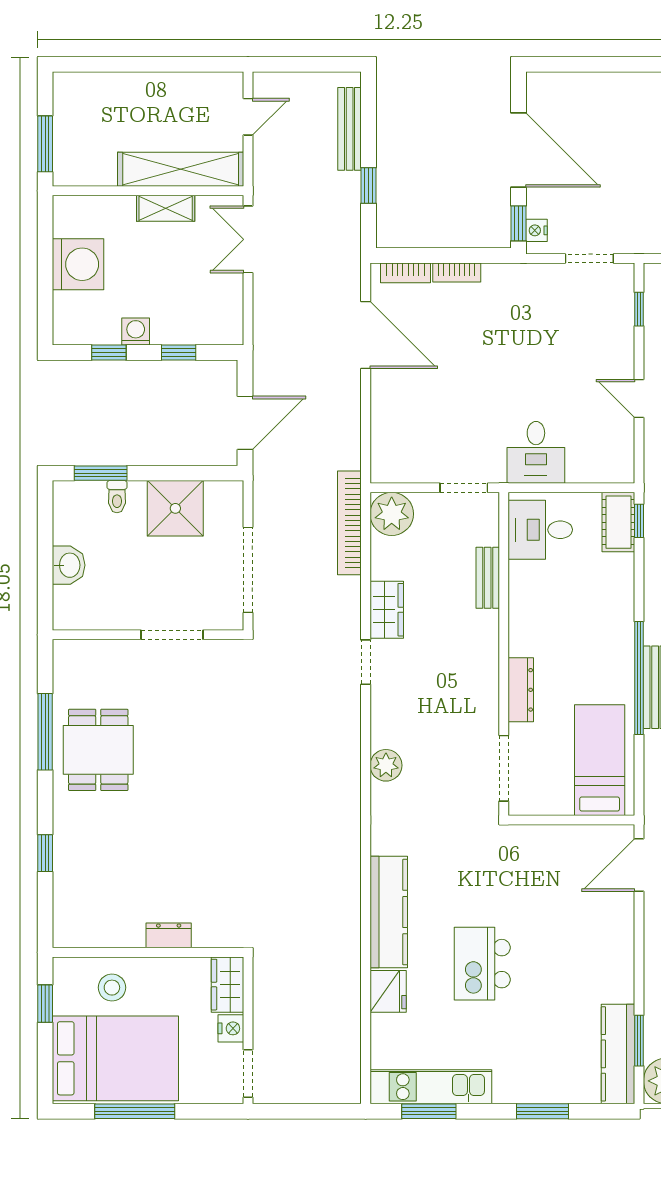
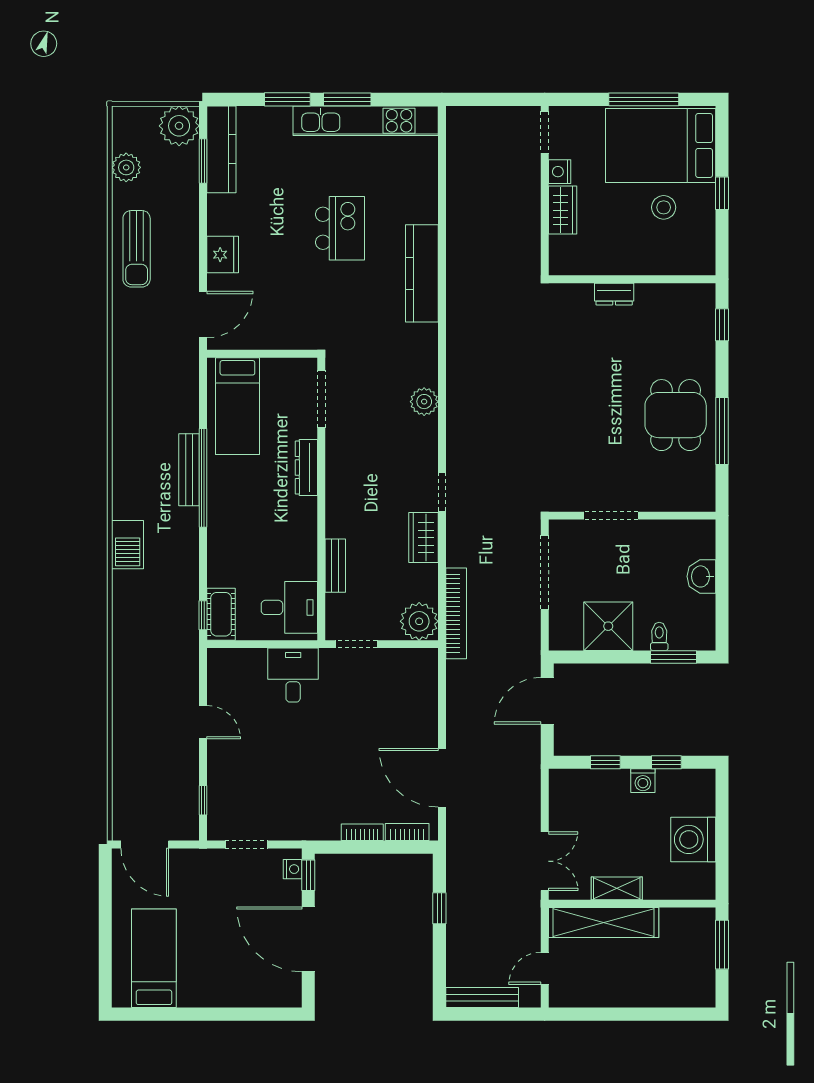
bench: (350, 129) -> (482, 998), moved, turned 90
dresser: (169, 935) -> (614, 294), moved
wall: (148, 952) -> (632, 279), moved
fridge: (388, 991) -> (223, 255), moved, turned 180
kitchen unit: (431, 1087) -> (366, 121), width x1.36
window: (429, 1111) -> (347, 99), moved

